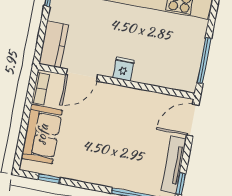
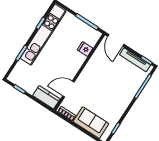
fridge: (123, 69) -> (85, 49), moved
door: (82, 75) -> (68, 89), swing flipped

